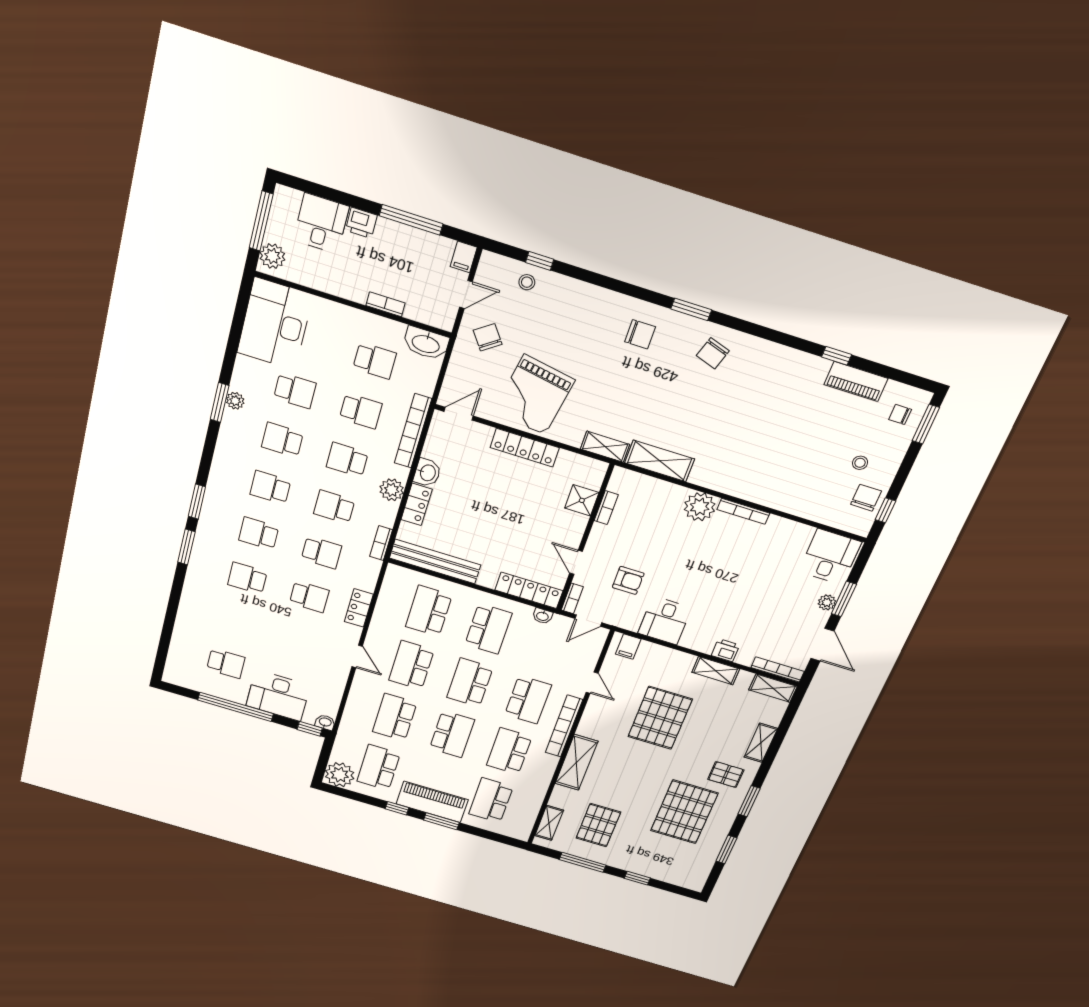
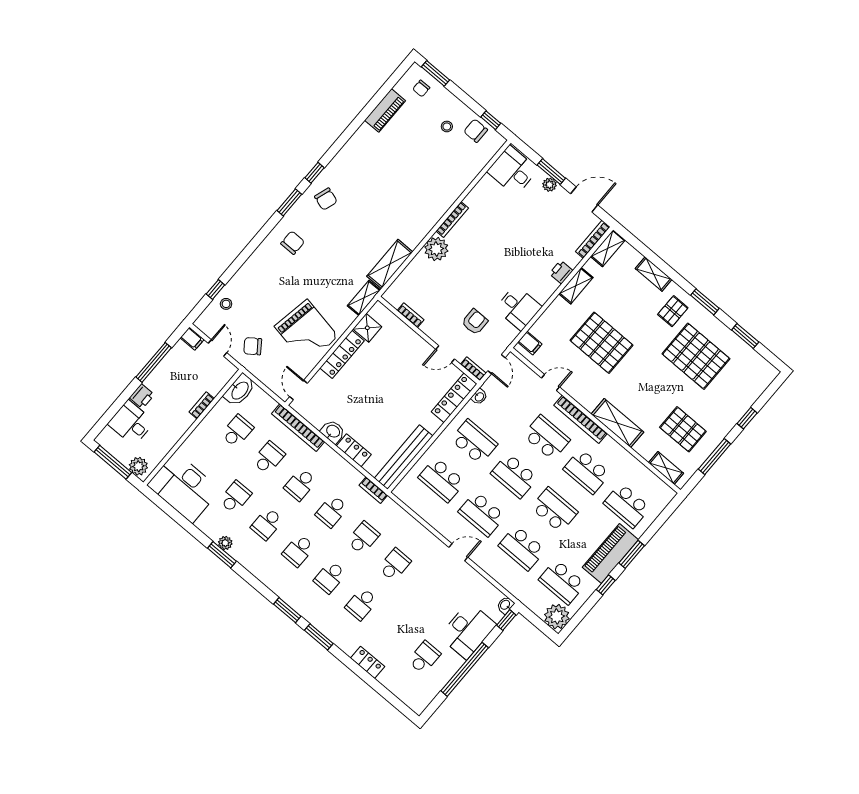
window: (837, 356) -> (314, 173), moved
plant: (392, 490) -> (335, 463), removed
shower: (582, 500) -> (367, 328), moved
locker: (359, 608) -> (368, 662), moved, turned 180

